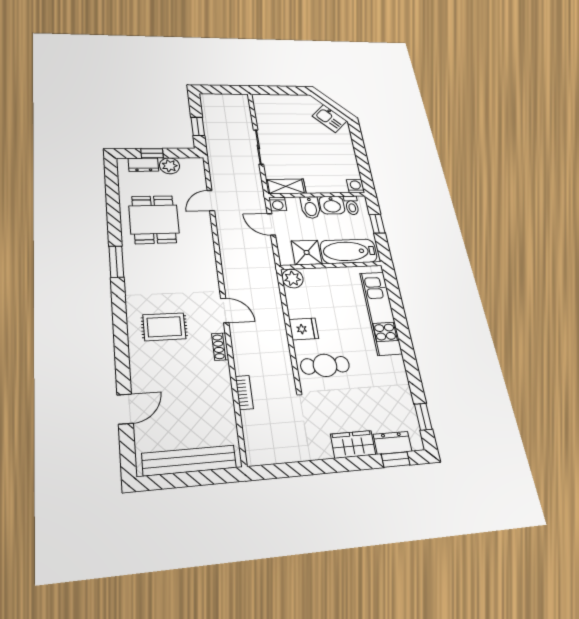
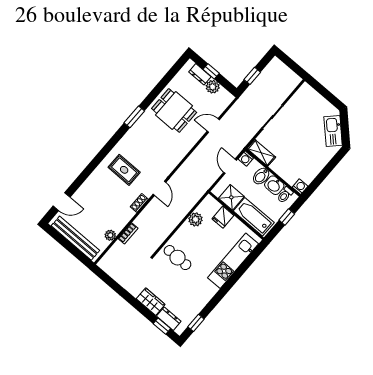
kitchen sink: (330, 118) -> (333, 131), width x1.38
dining table: (154, 219) -> (174, 110), turned 90
plant: (293, 279) -> (195, 219), moved
fridge: (304, 329) -> (223, 217), moved, turned 90
door: (125, 409) -> (62, 202), moved
plant: (227, 415) -> (110, 235), added

